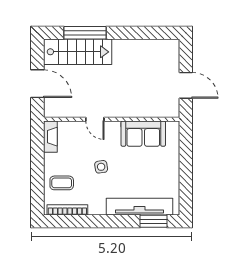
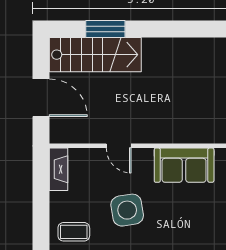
window: (85, 33) -> (105, 29), width x0.69
side table: (101, 167) -> (127, 210), width x1.87, depth x1.87

